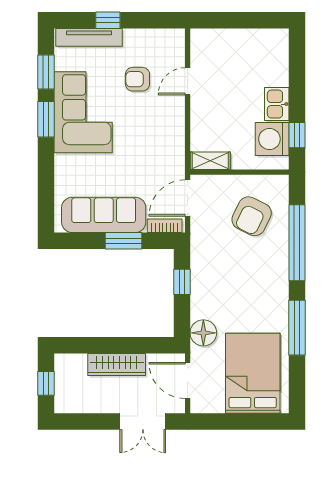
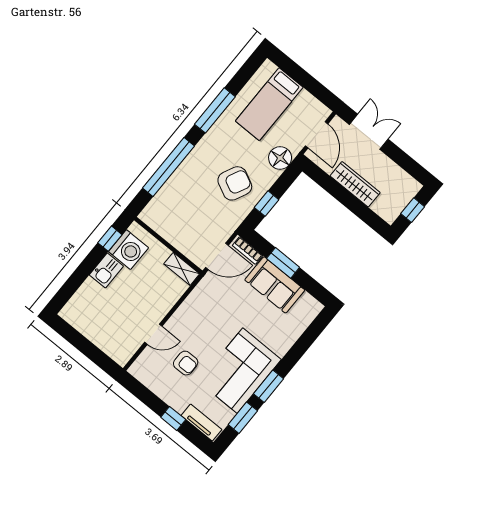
tv unit: (89, 37) -> (201, 423), width x0.71
sofa: (104, 215) -> (275, 285), width x0.73
armchair: (252, 216) -> (235, 183), moved
bed: (253, 373) -> (269, 104), width x0.67

